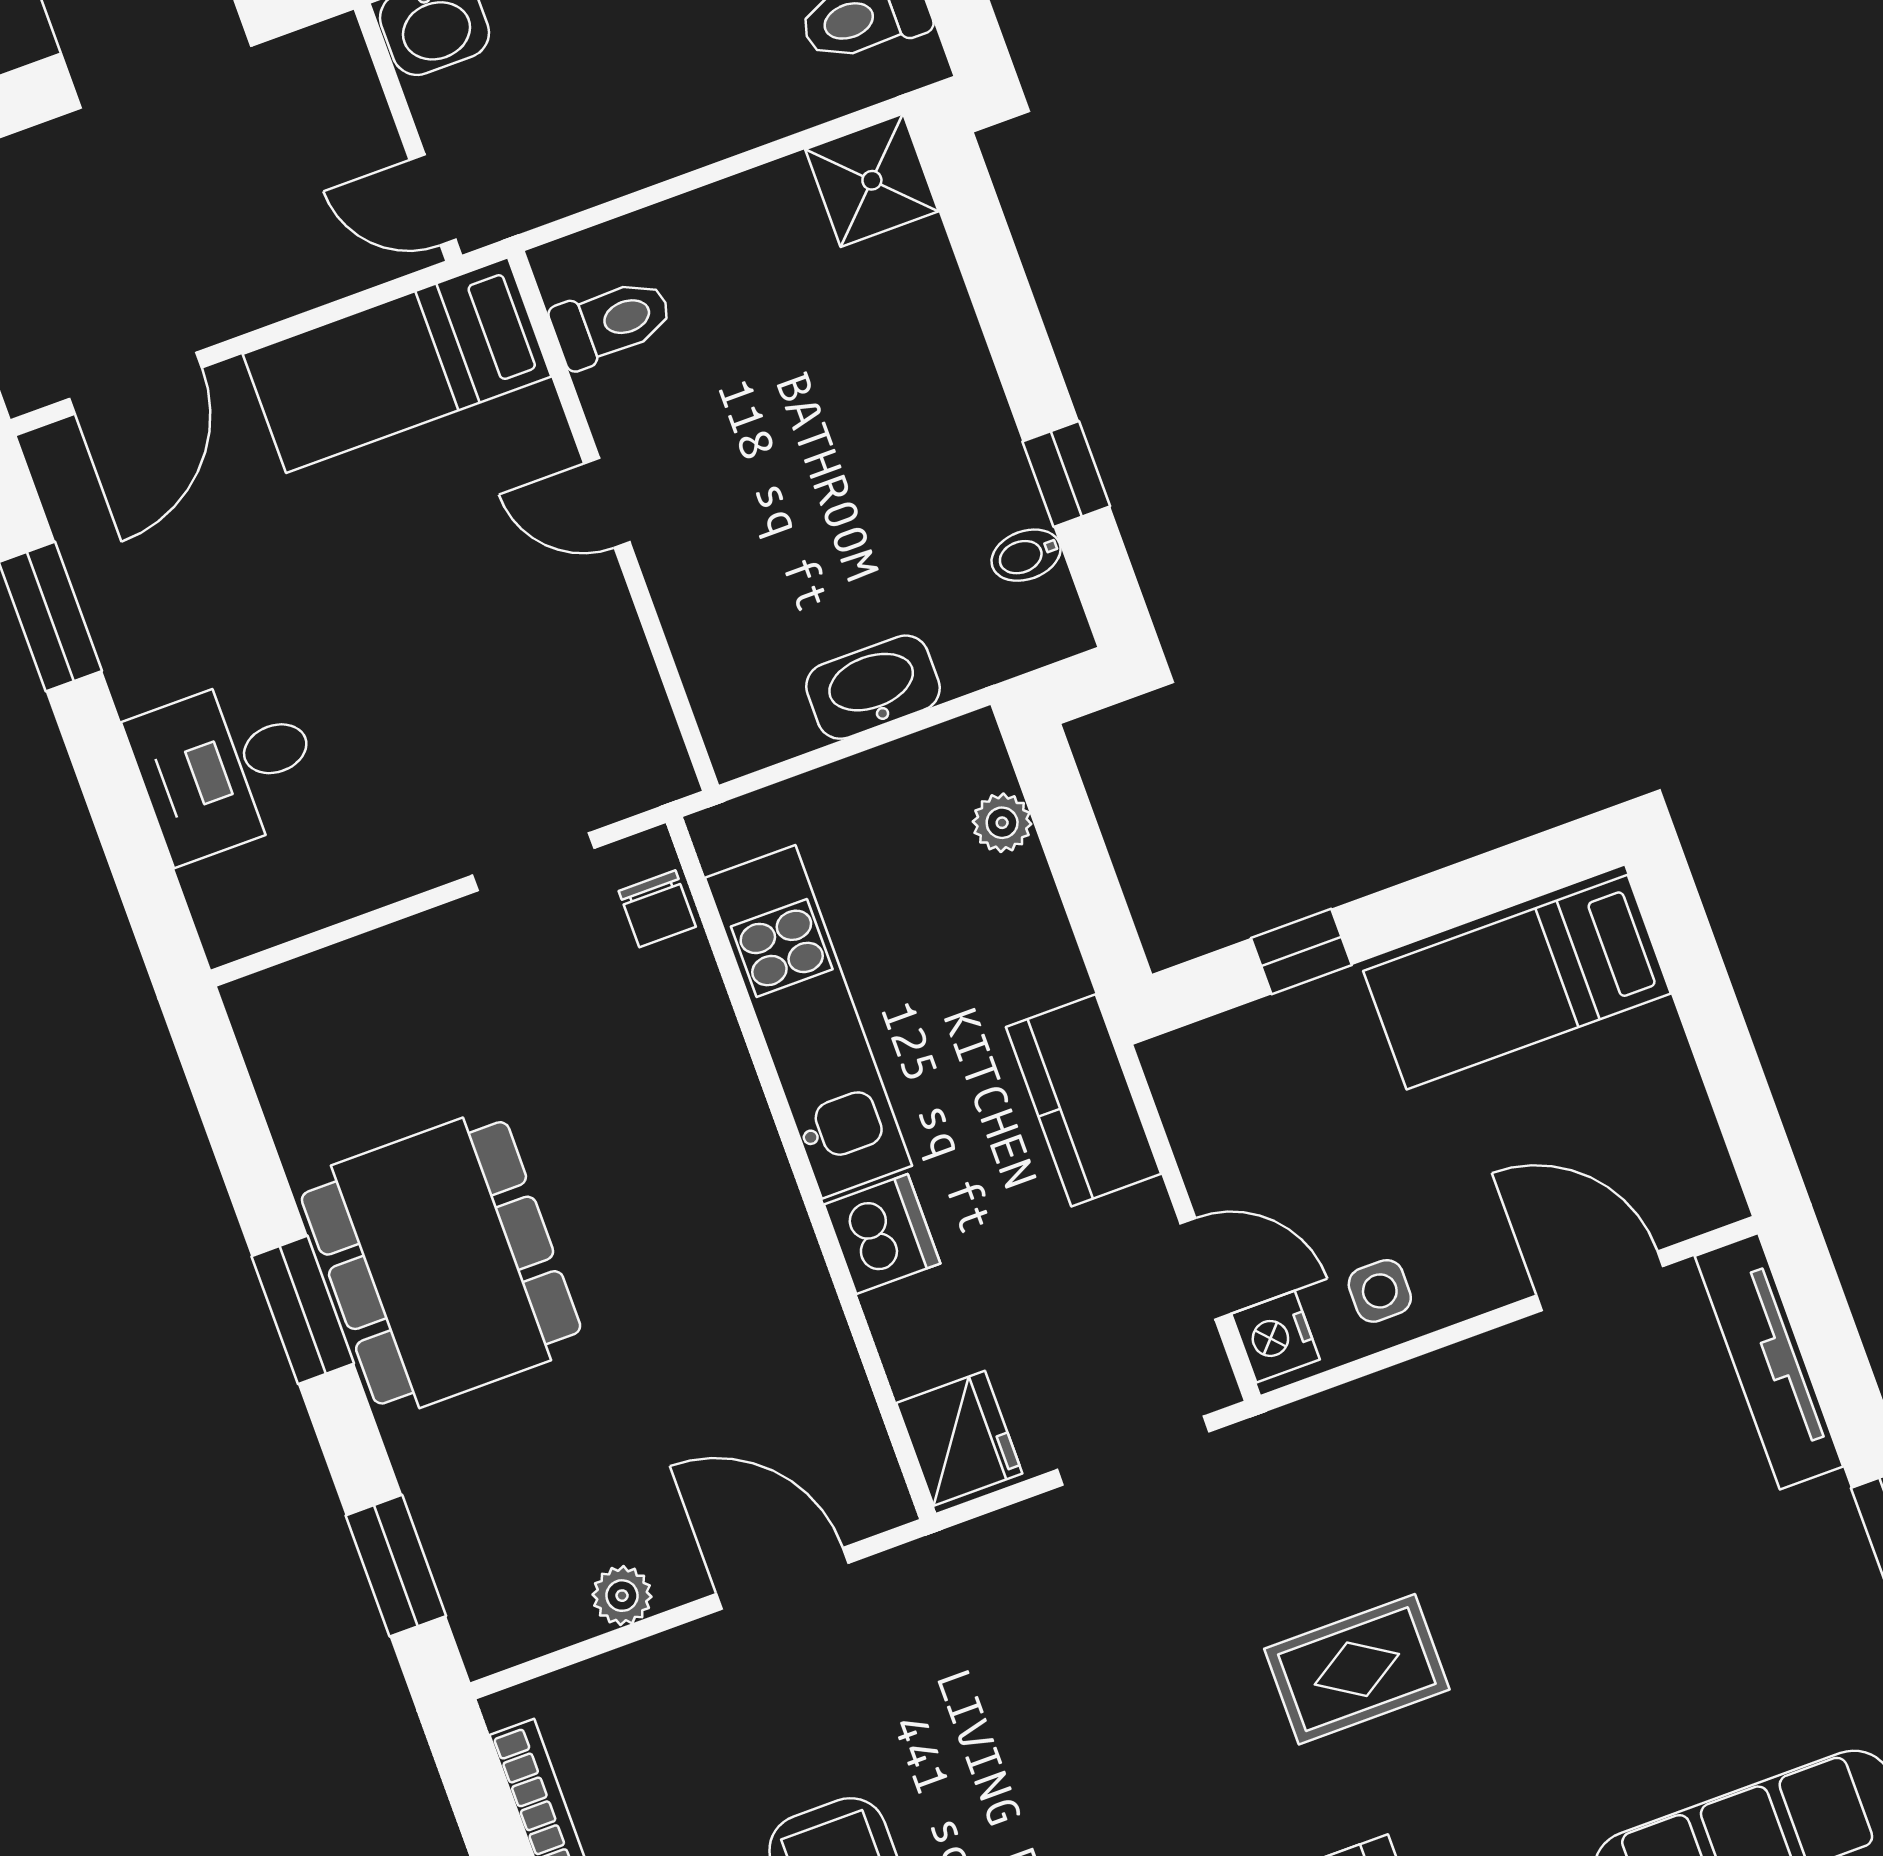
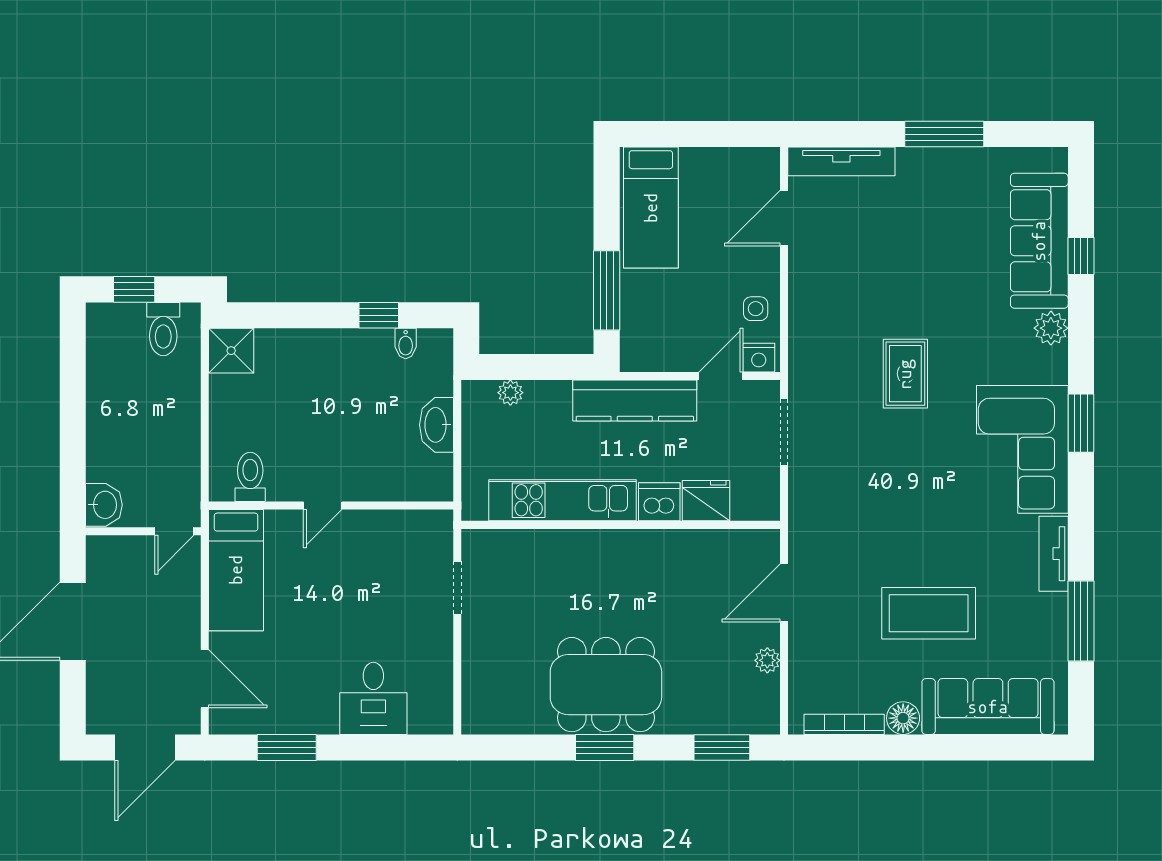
chair: (657, 909) -> (494, 545), removed
window: (1301, 951) -> (607, 290), width x2.17
kitchen counter: (1084, 1100) -> (635, 401), width x1.50
fridge: (959, 1438) -> (706, 501), moved

